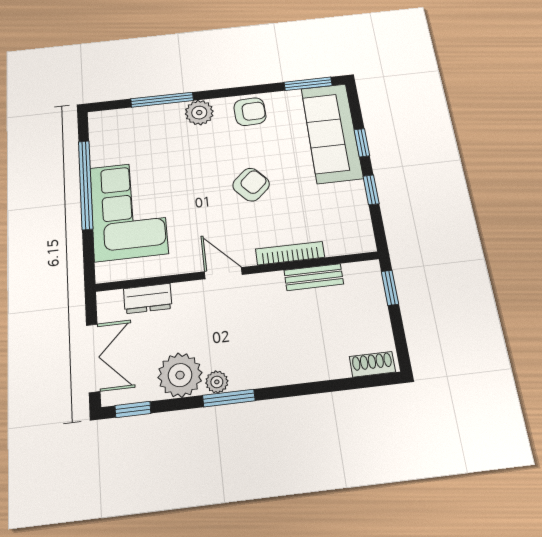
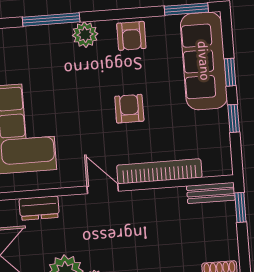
armchair: (250, 112) -> (131, 36), turned 92
armchair: (251, 185) -> (129, 109), turned -48
bookcase: (290, 253) -> (159, 171), width x1.48, depth x1.31
bench: (314, 277) -> (211, 193), moved

